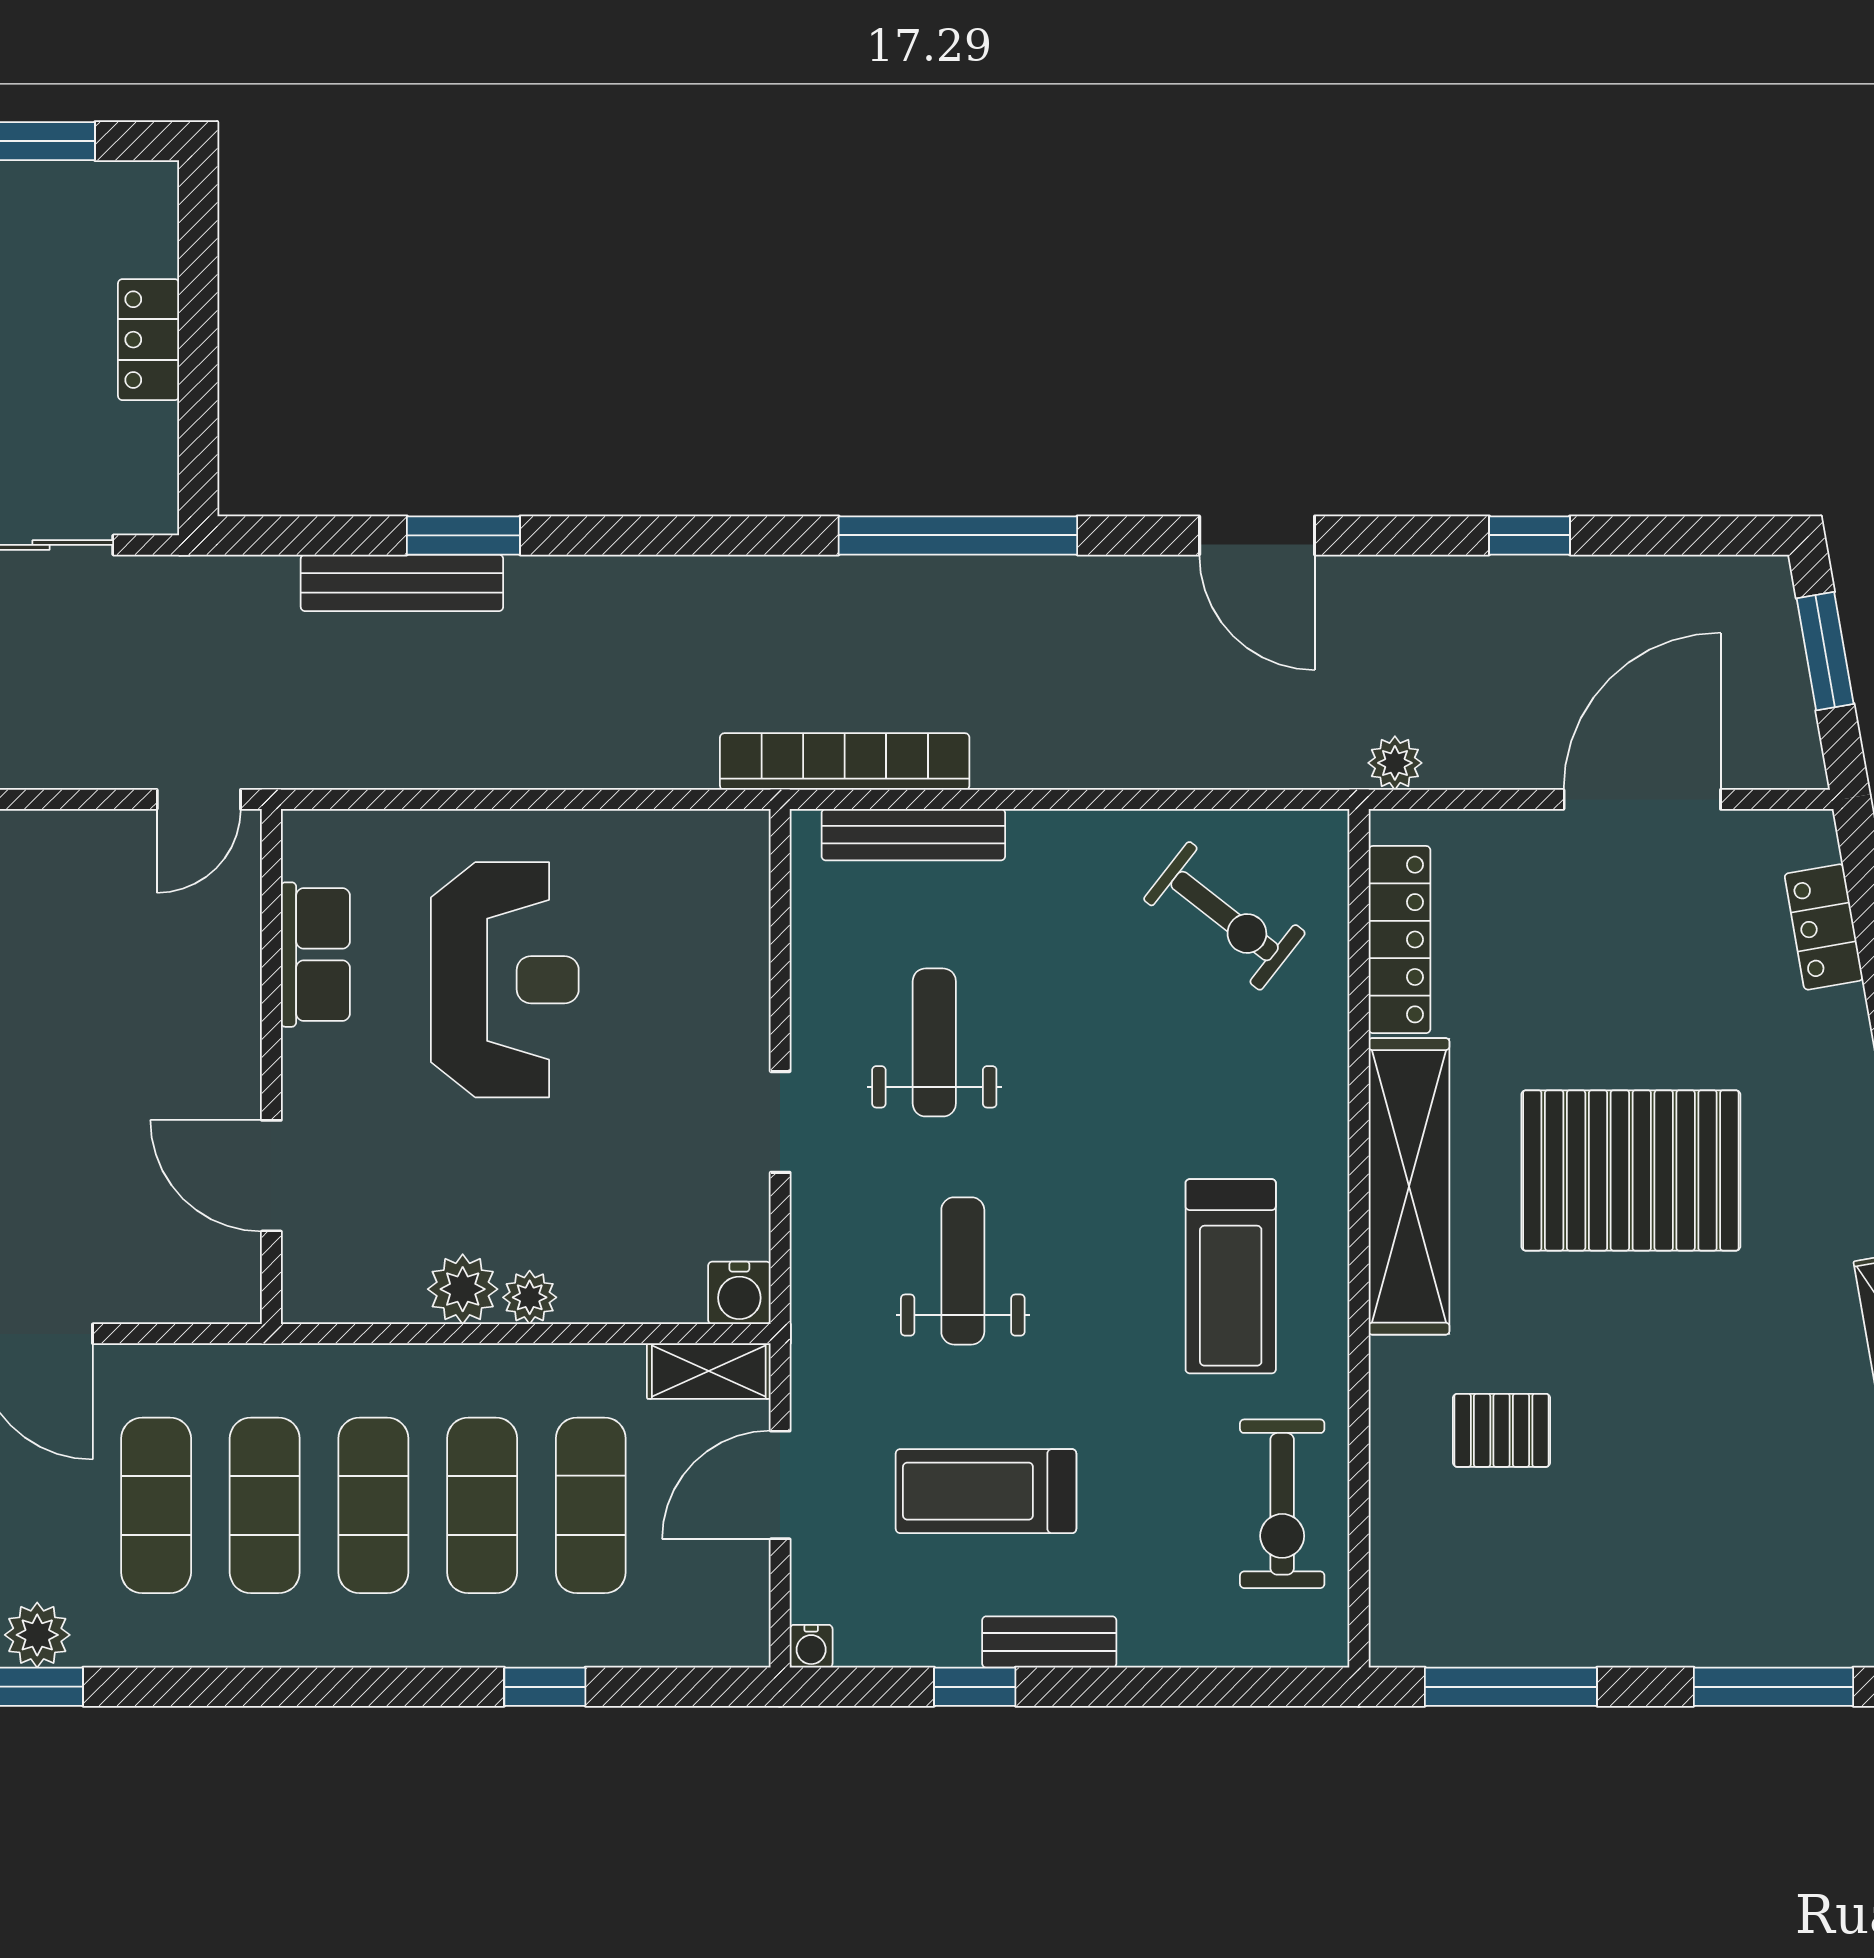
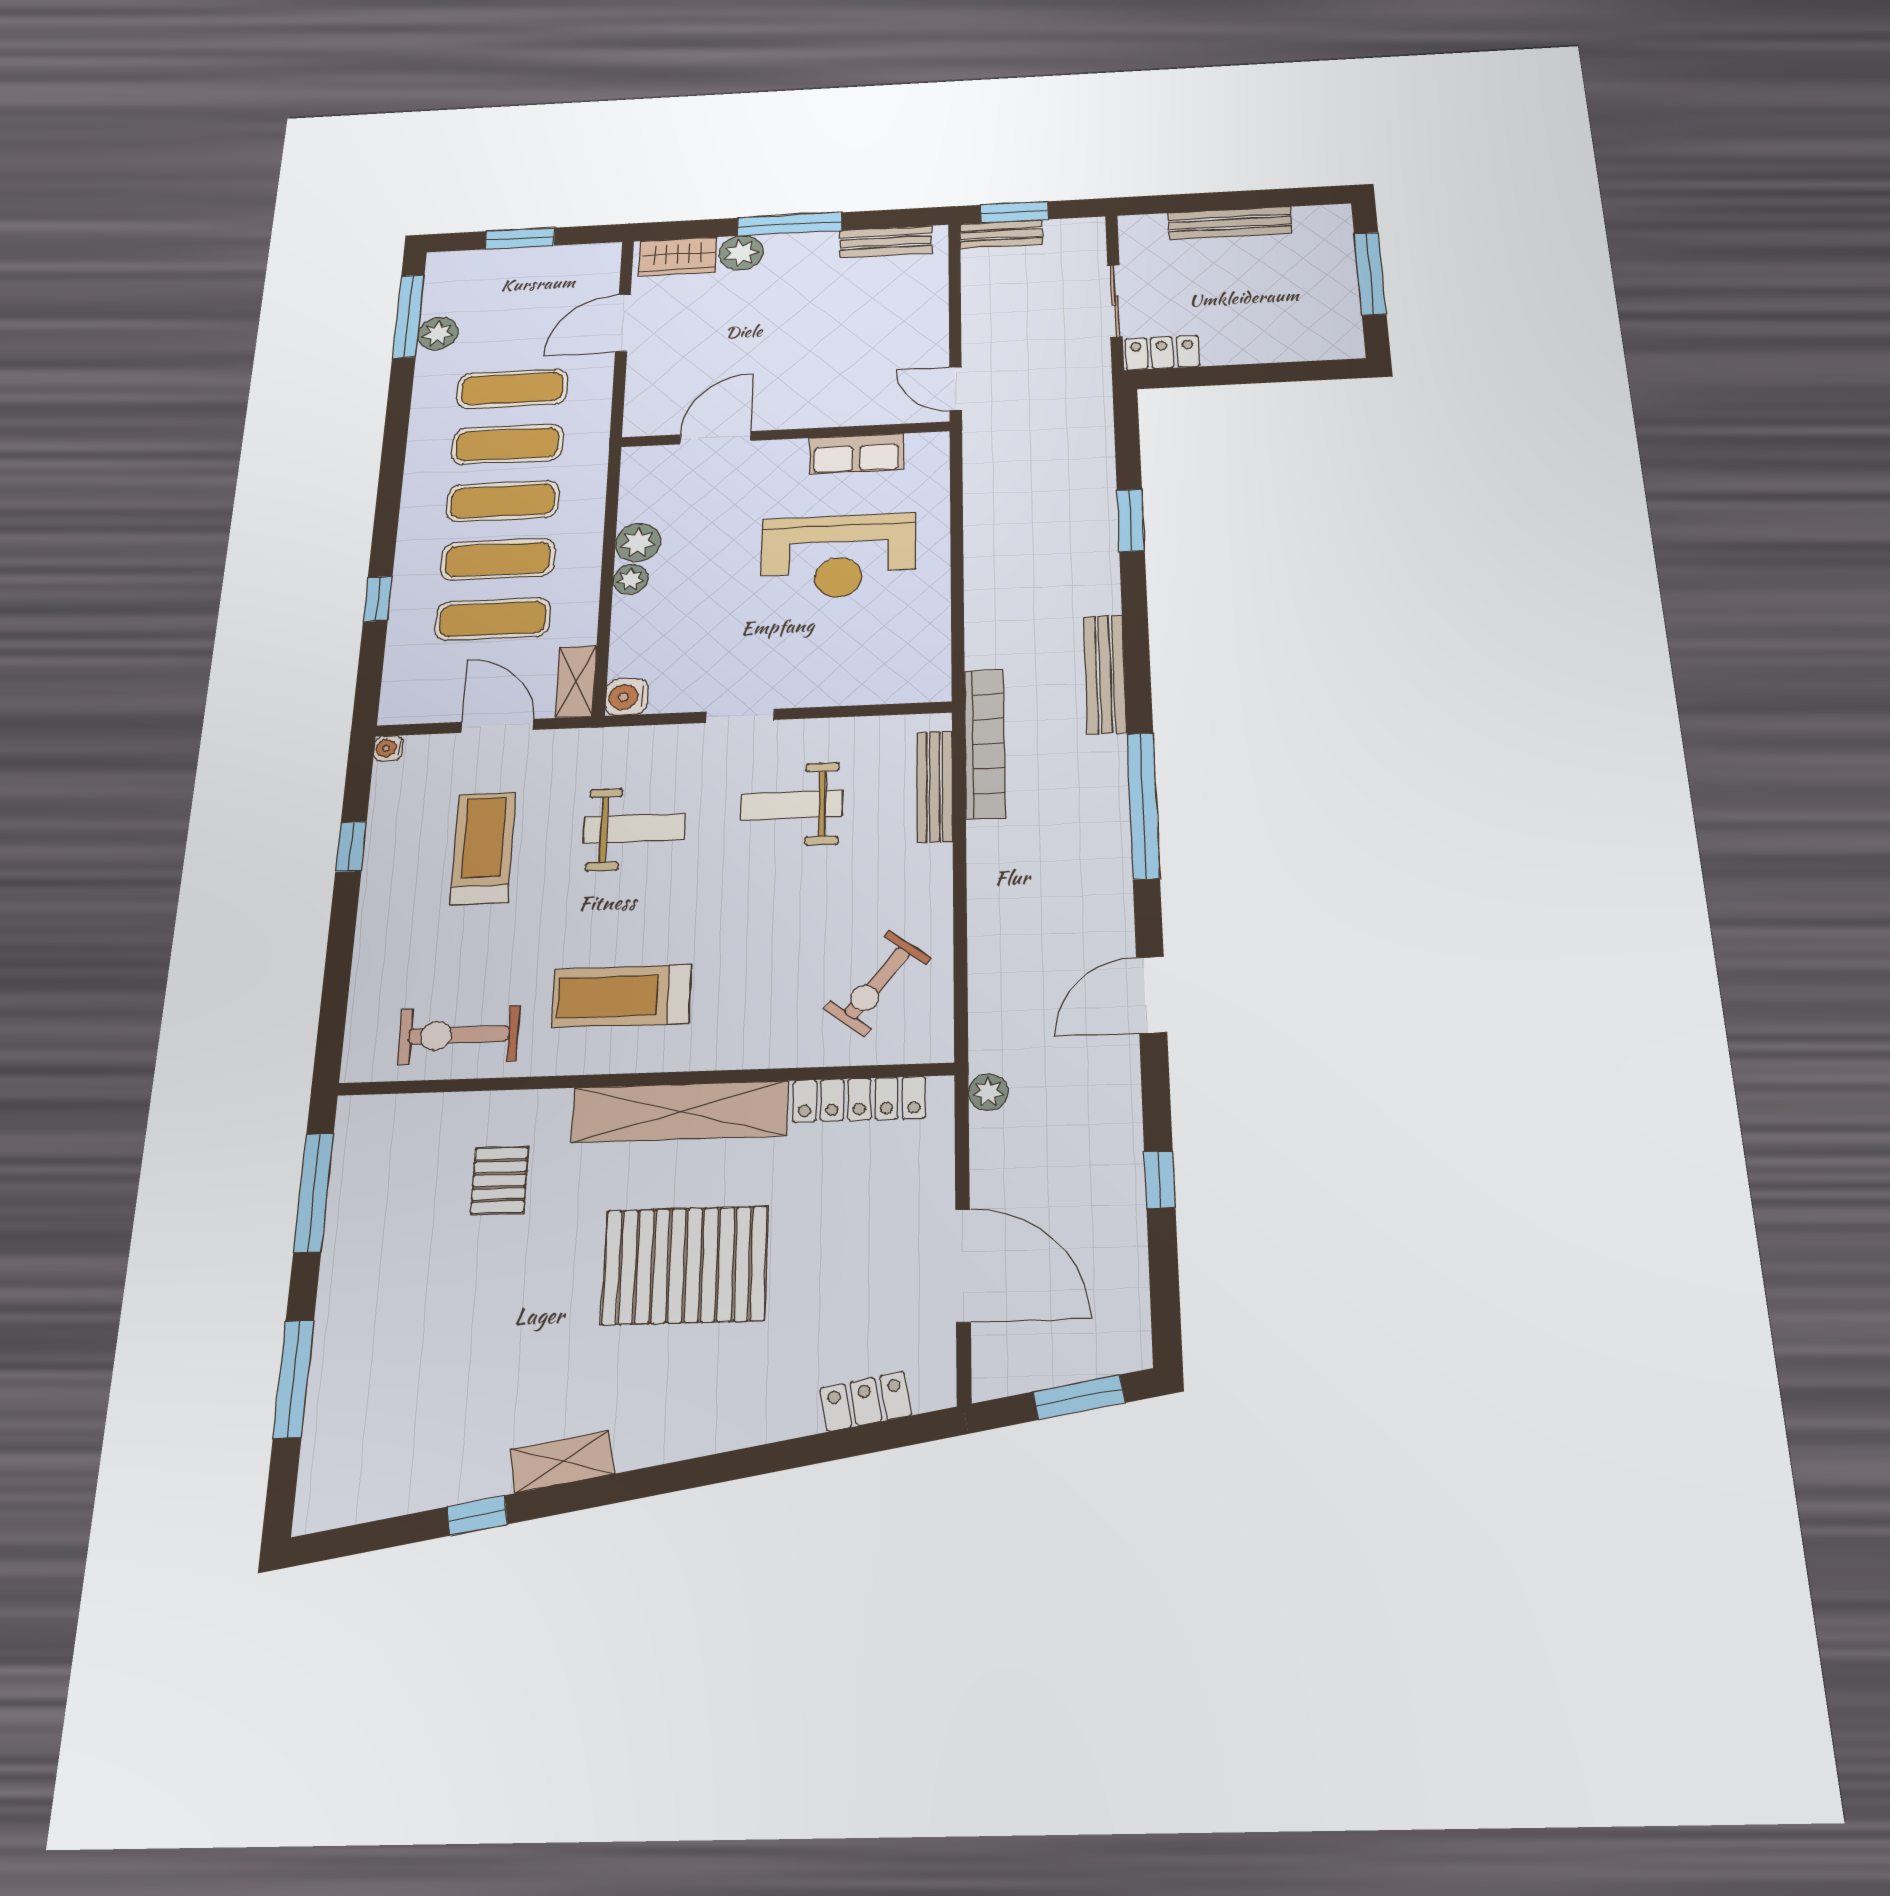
locker: (149, 340) -> (1162, 353), moved
bench: (402, 583) -> (1105, 674), moved
weight bench: (934, 1042) -> (792, 805), turned 180
pallet: (1631, 1170) -> (685, 1265), turned 90
bench: (1049, 1642) -> (377, 891), removed

